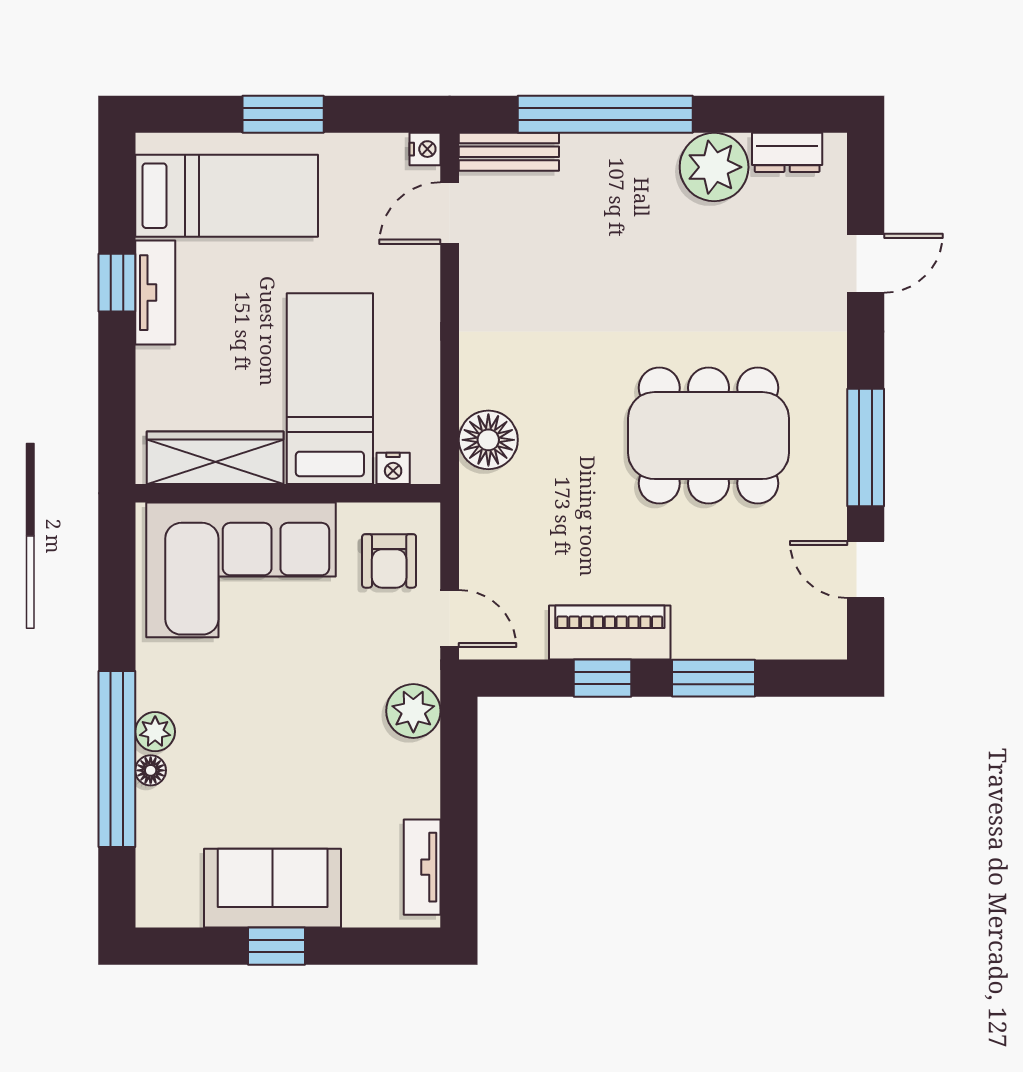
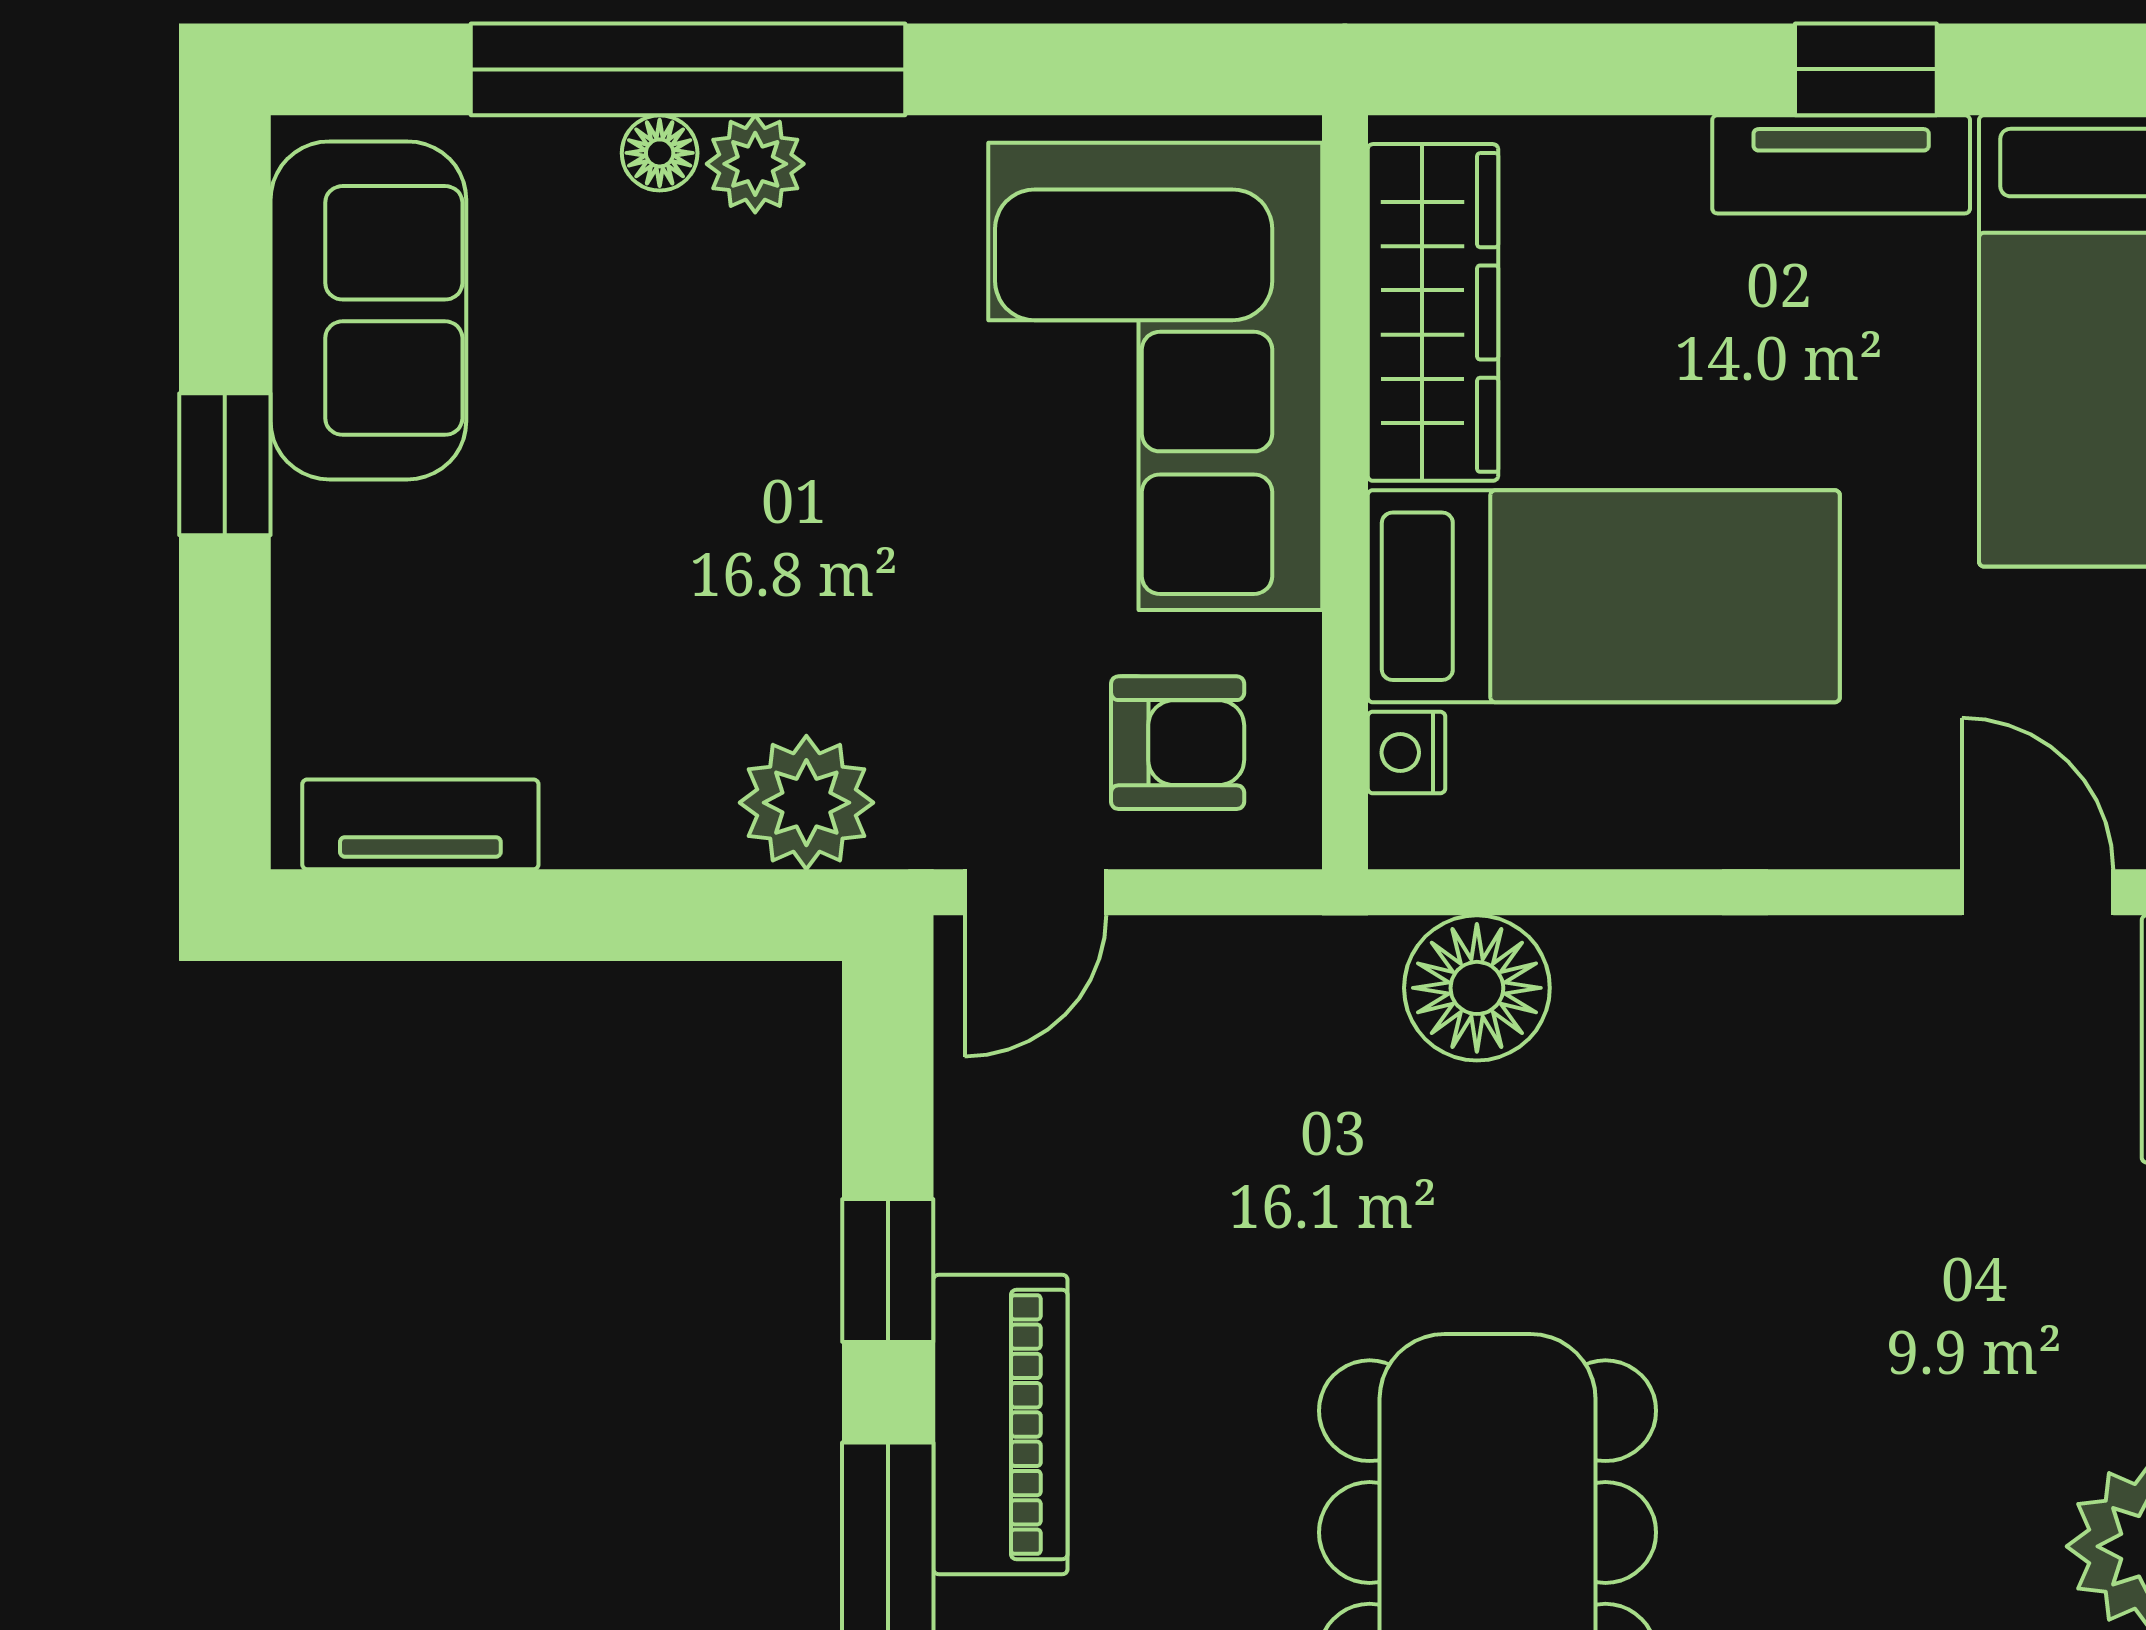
armchair: (389, 561) -> (1178, 743), turned 180
piano: (610, 633) -> (1000, 1424), moved
sofa: (273, 888) -> (368, 310), moved

